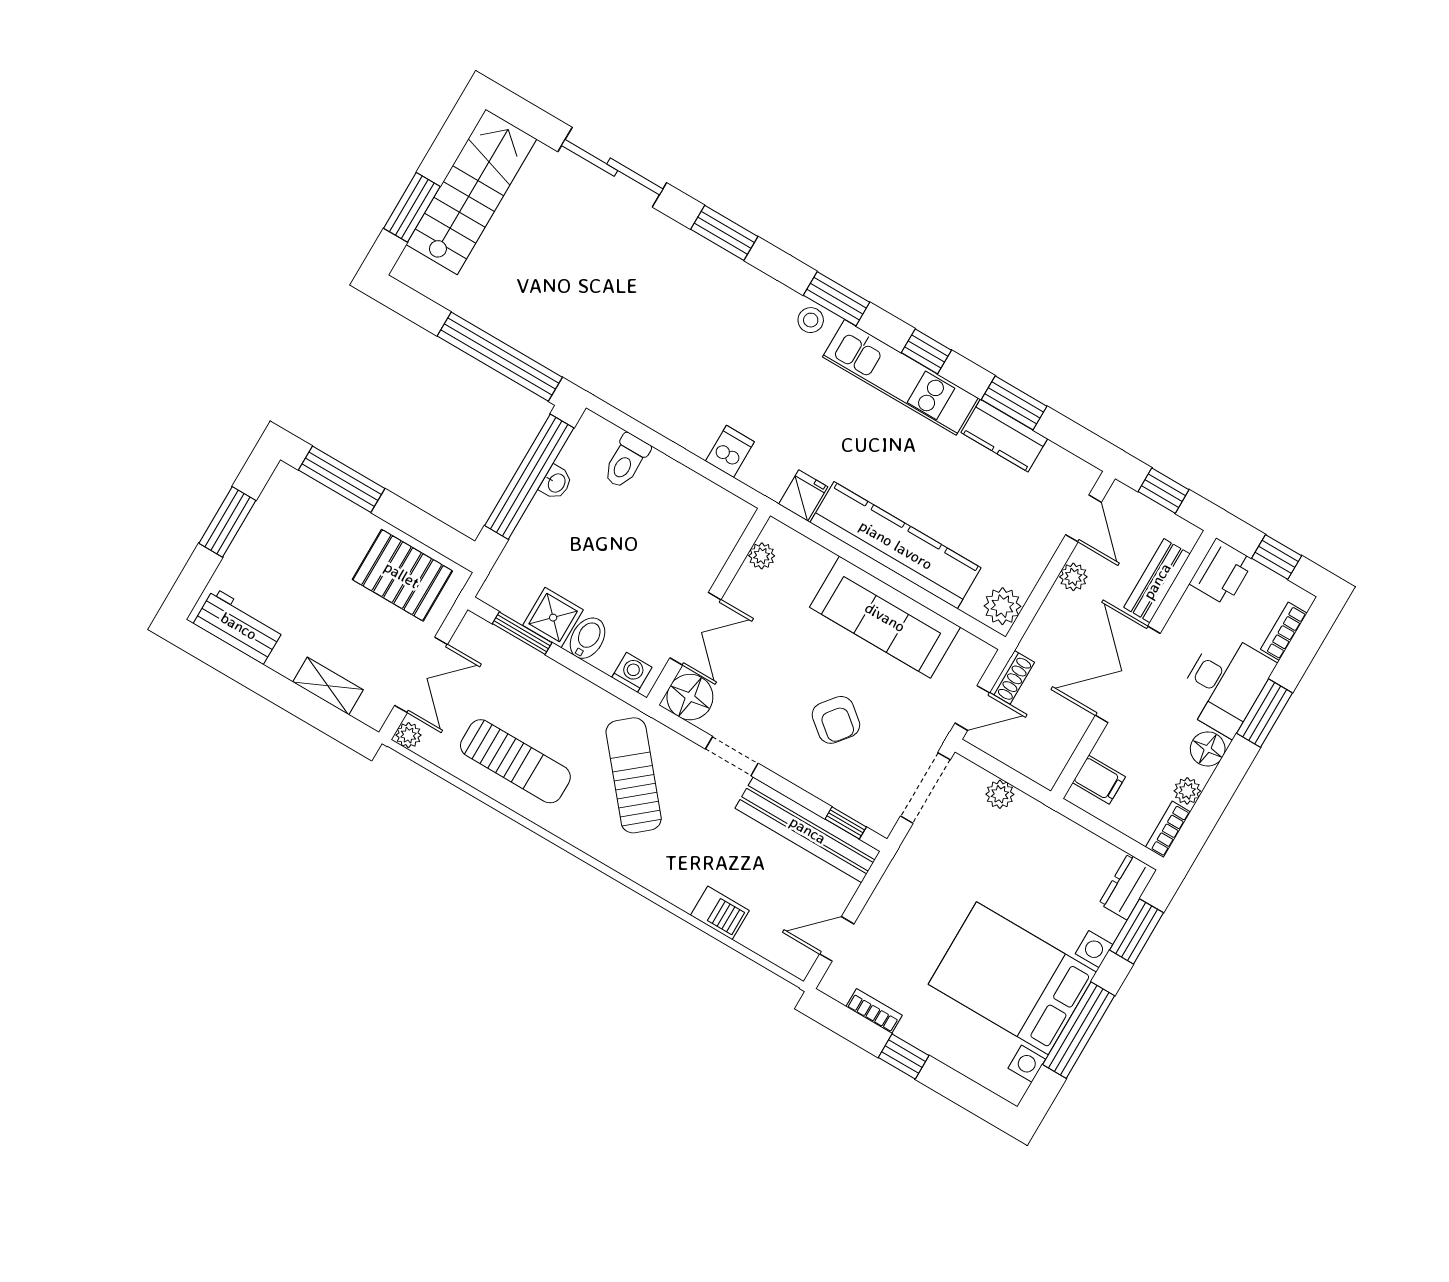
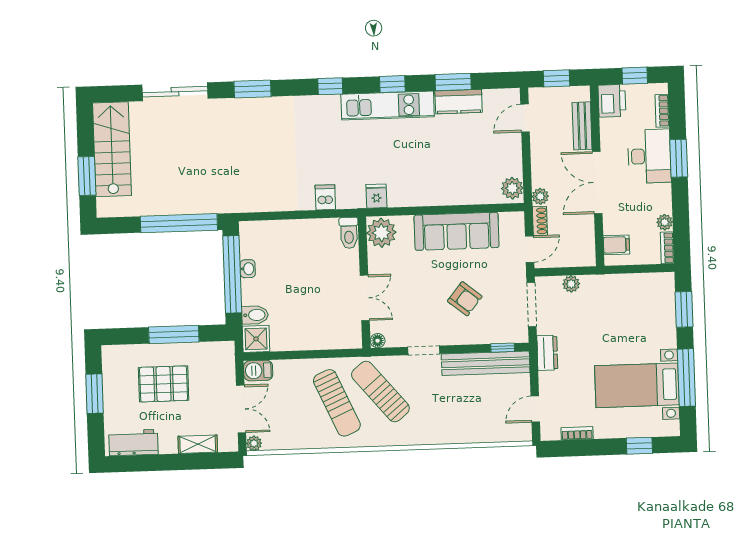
window: (837, 299) -> (330, 86), width x0.67
stool: (811, 320) -> (324, 105), removed
toilet: (626, 461) -> (349, 233), moved
window: (342, 479) -> (174, 334), moved
door: (1083, 518) -> (525, 118), swing flipped
kitchen counter: (896, 545) -> (439, 192), removed
plant: (762, 556) -> (381, 233), width x1.87, depth x1.87
pallet: (402, 575) -> (164, 384), moved
plant: (1073, 577) -> (540, 196), moved
shower: (553, 618) -> (256, 339), moved
window: (522, 633) -> (279, 355), removed
bidet: (587, 638) -> (255, 315), moved, turned 90
washing machine: (632, 672) -> (347, 340), removed
floor lamp: (690, 697) -> (378, 341), width x0.53, depth x0.53
floor lamp: (1208, 749) -> (661, 194), removed
sun lounger: (515, 761) -> (337, 403), moved, turned 66
dresser: (1128, 887) -> (547, 353), moved, turned 180
barbecue: (720, 913) -> (258, 371), moved, turned 180
bed with nightstands: (1012, 978) -> (637, 385), width x0.73
window: (904, 1056) -> (639, 446), moved

